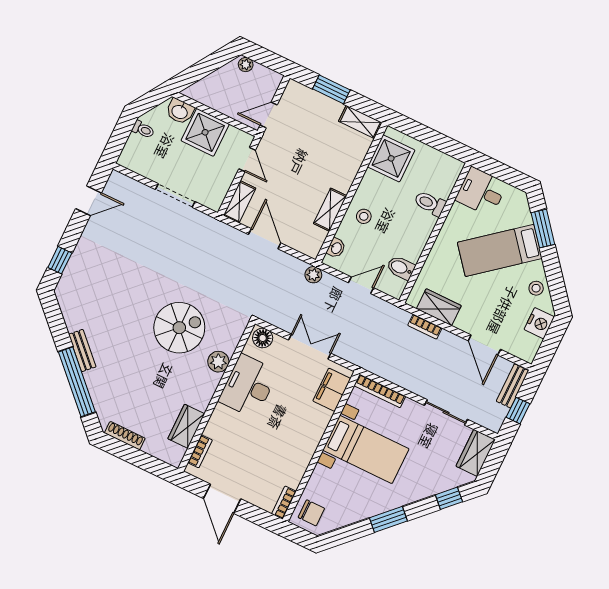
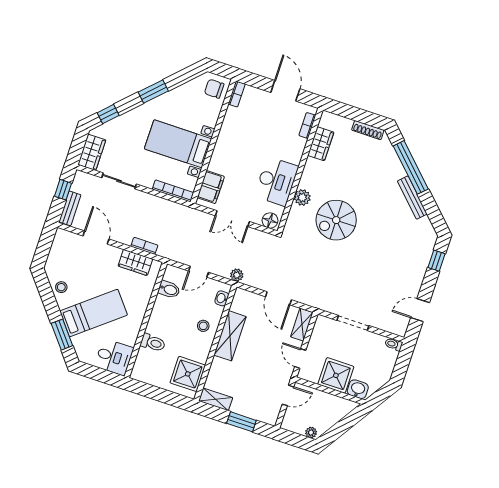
toilet: (143, 129) -> (394, 344), moved
shelving: (330, 210) -> (230, 336), width x1.50, depth x1.33
nightstand: (539, 323) -> (55, 260), removed
bench: (82, 351) -> (412, 198), width x1.36

